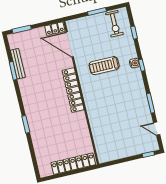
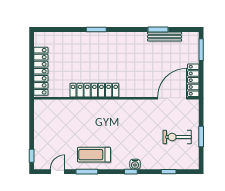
exercise bike: (114, 24) -> (177, 137), moved
locker: (55, 29) -> (193, 80), width x1.53
treadmill: (104, 66) -> (94, 155), moved, turned -90
locker: (73, 90) -> (94, 90), moved

